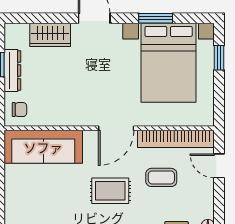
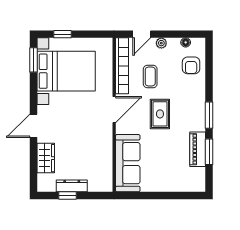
window: (156, 18) -> (33, 60), moved
chair: (19, 110) -> (100, 181), removed
door: (116, 128) -> (114, 110), hinge flipped
plant: (207, 192) -> (161, 43), added

